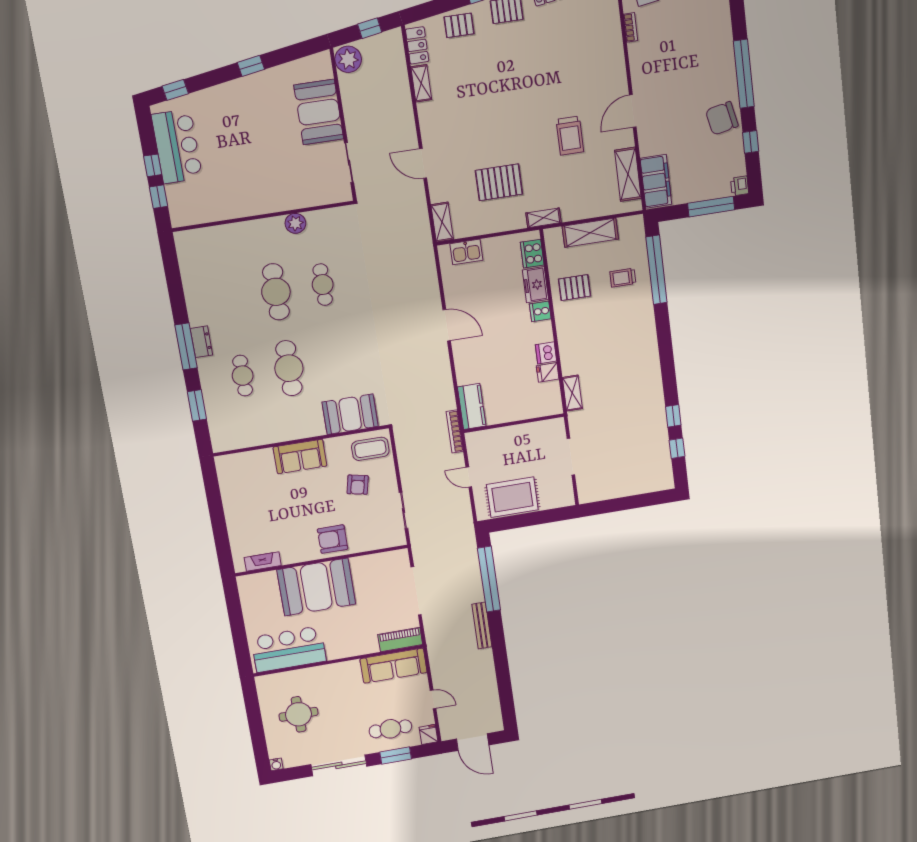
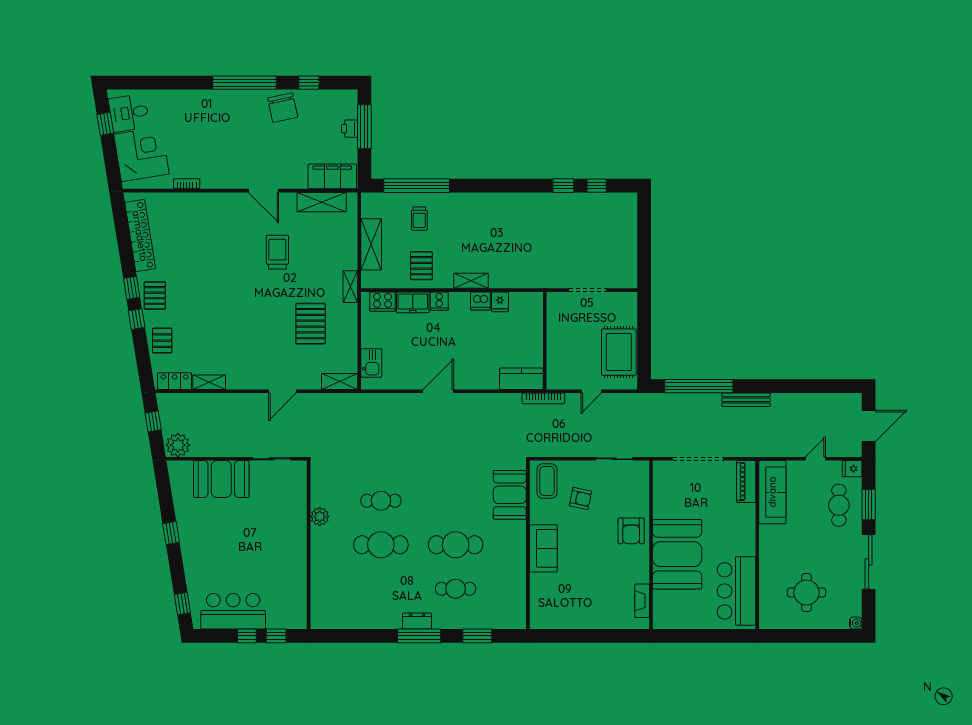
trolley: (570, 136) -> (277, 252), turned -90
printer: (740, 186) -> (350, 129), moved, turned 90
shelving: (572, 393) -> (471, 281), moved

